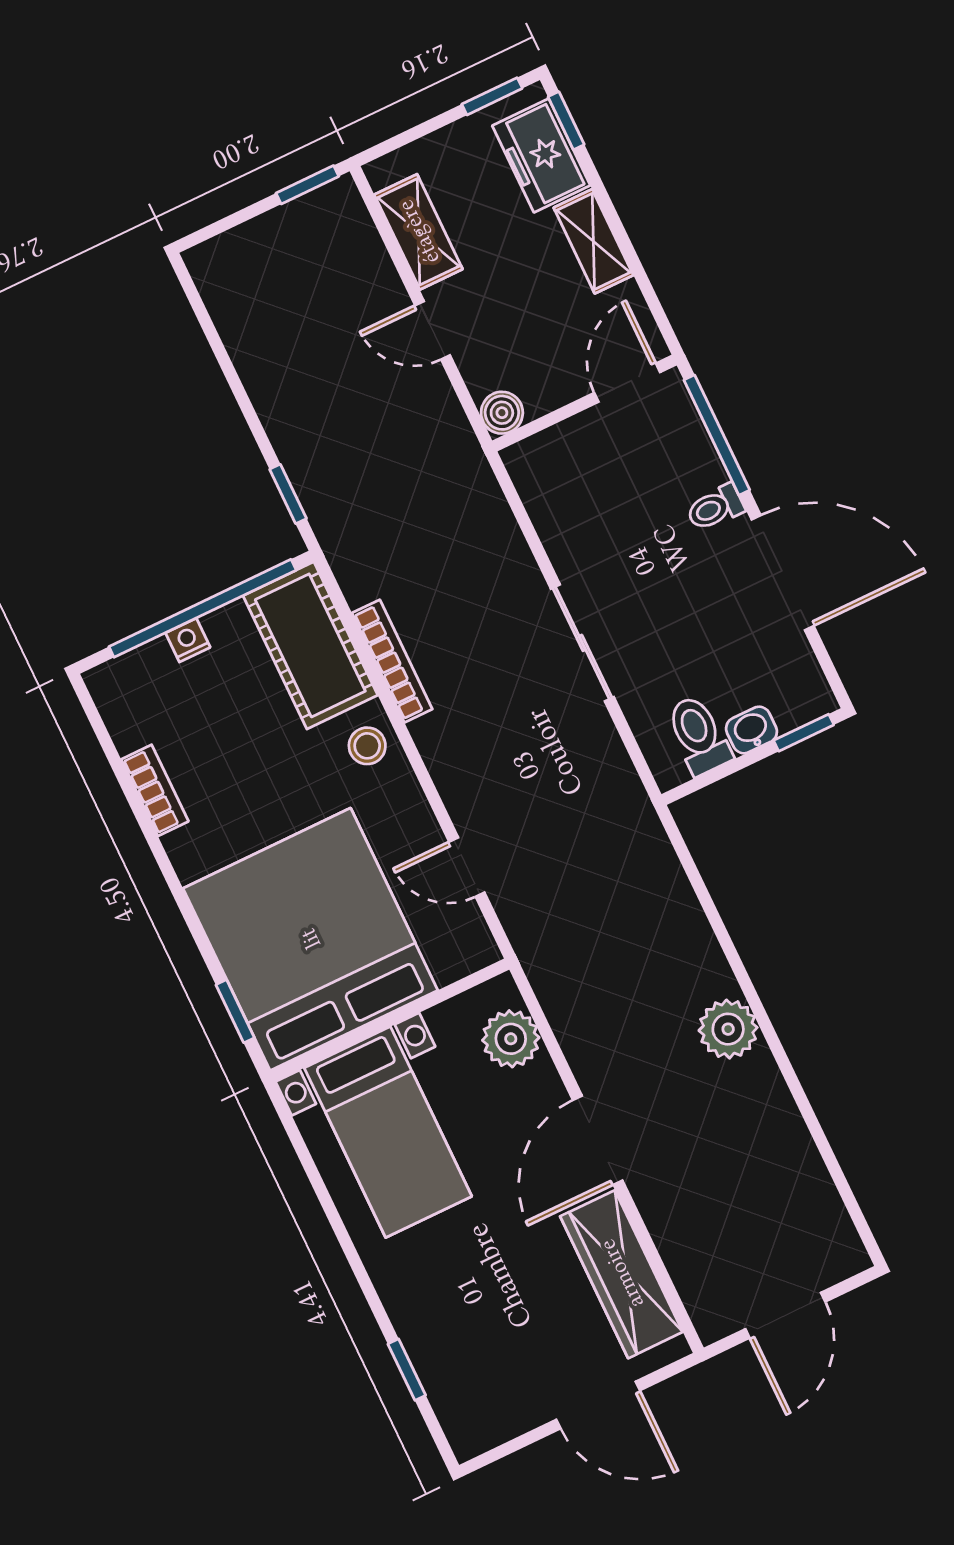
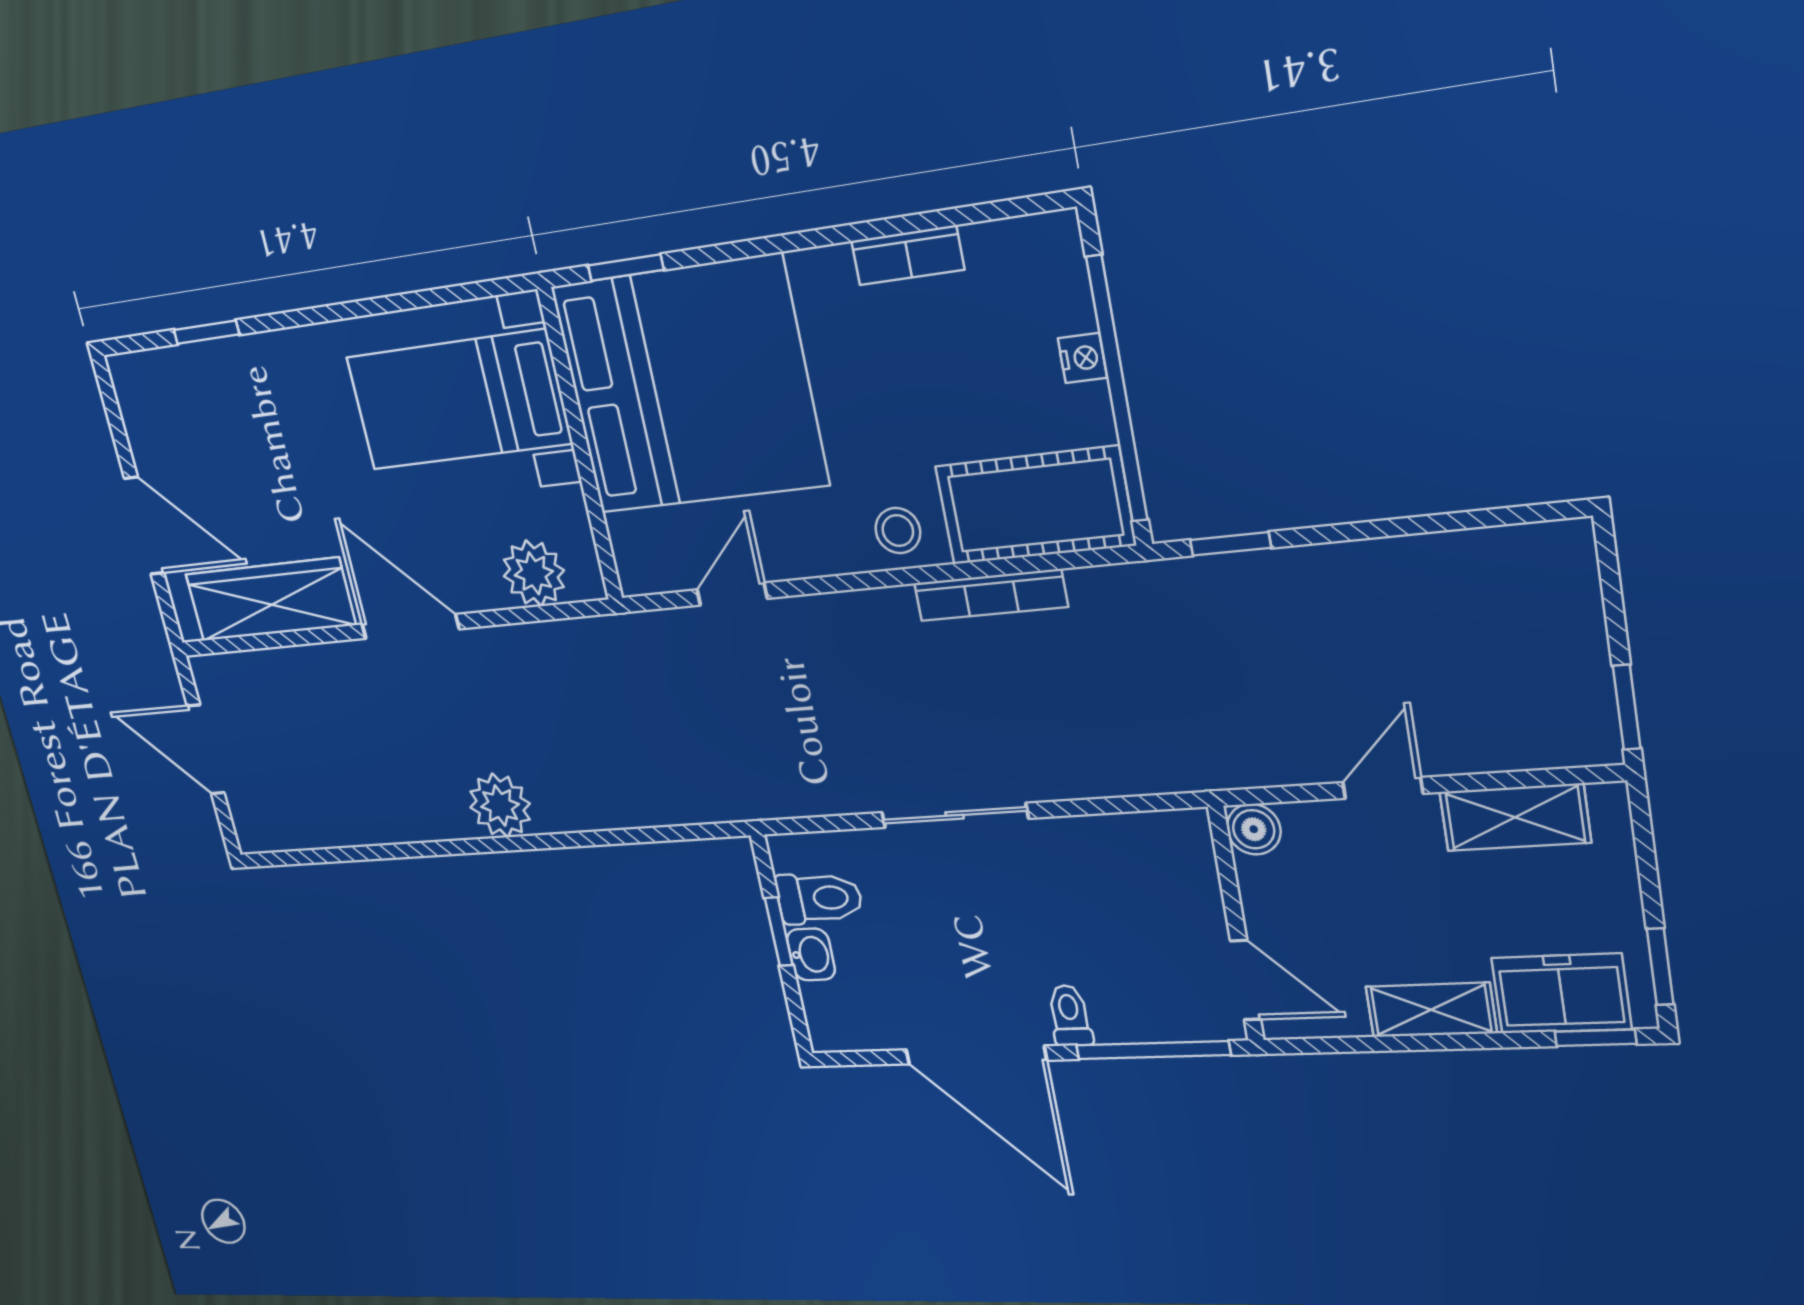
door: (783, 573) -> (976, 1055), hinge flipped
window: (804, 733) -> (779, 932), moved
door: (598, 1405) -> (144, 526), swing flipped

